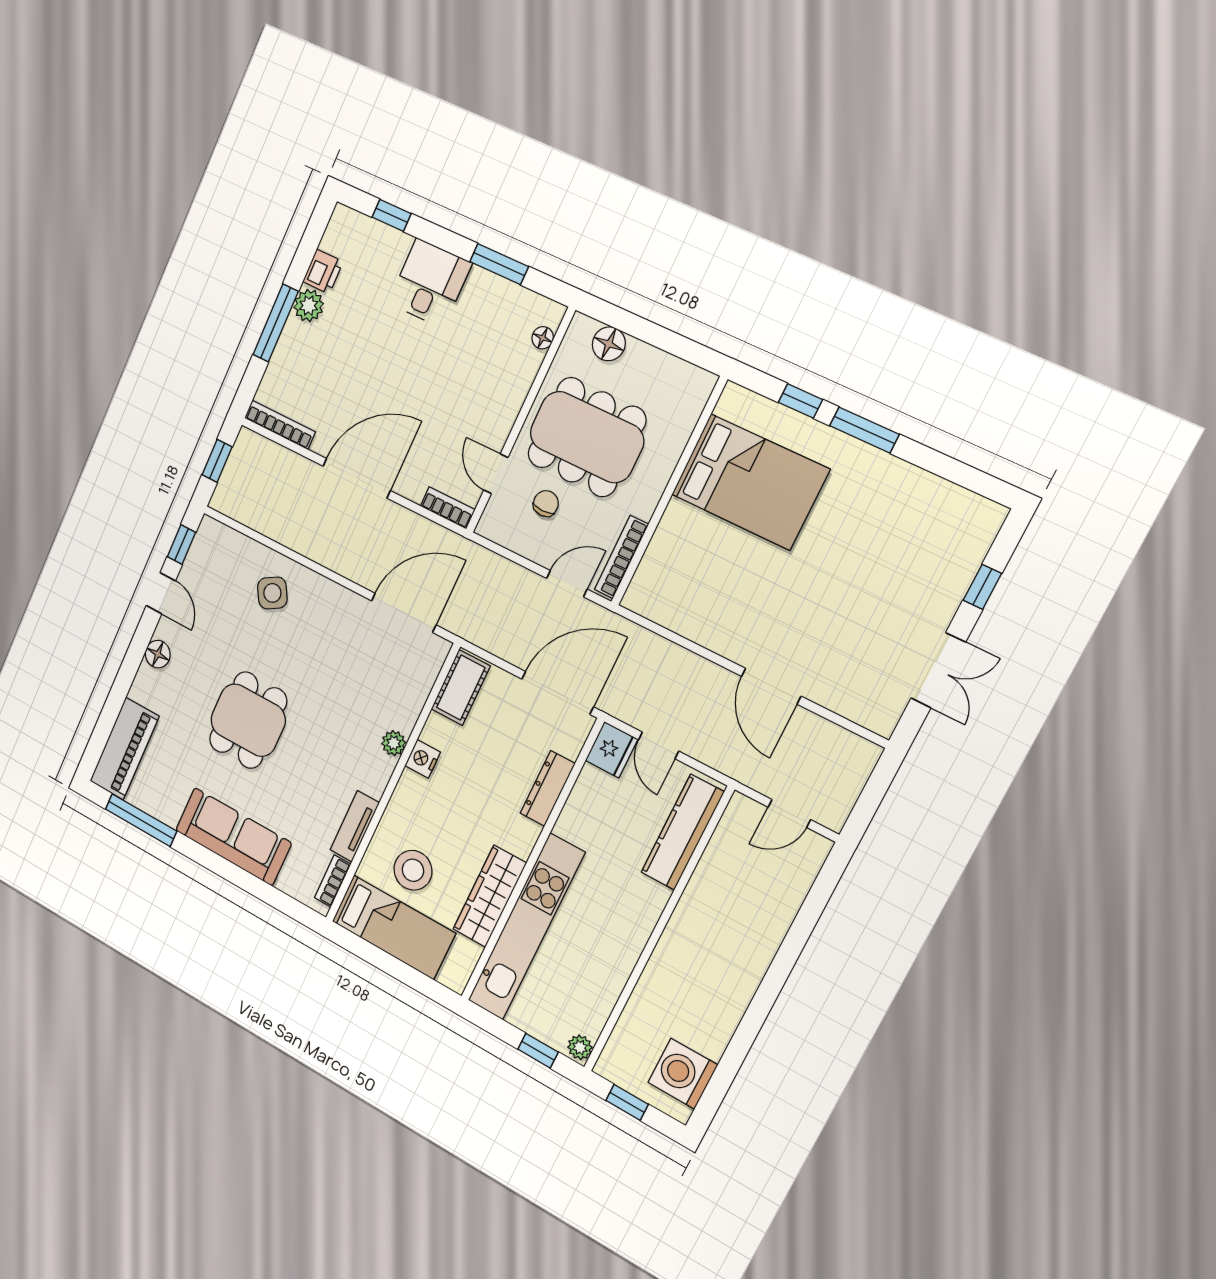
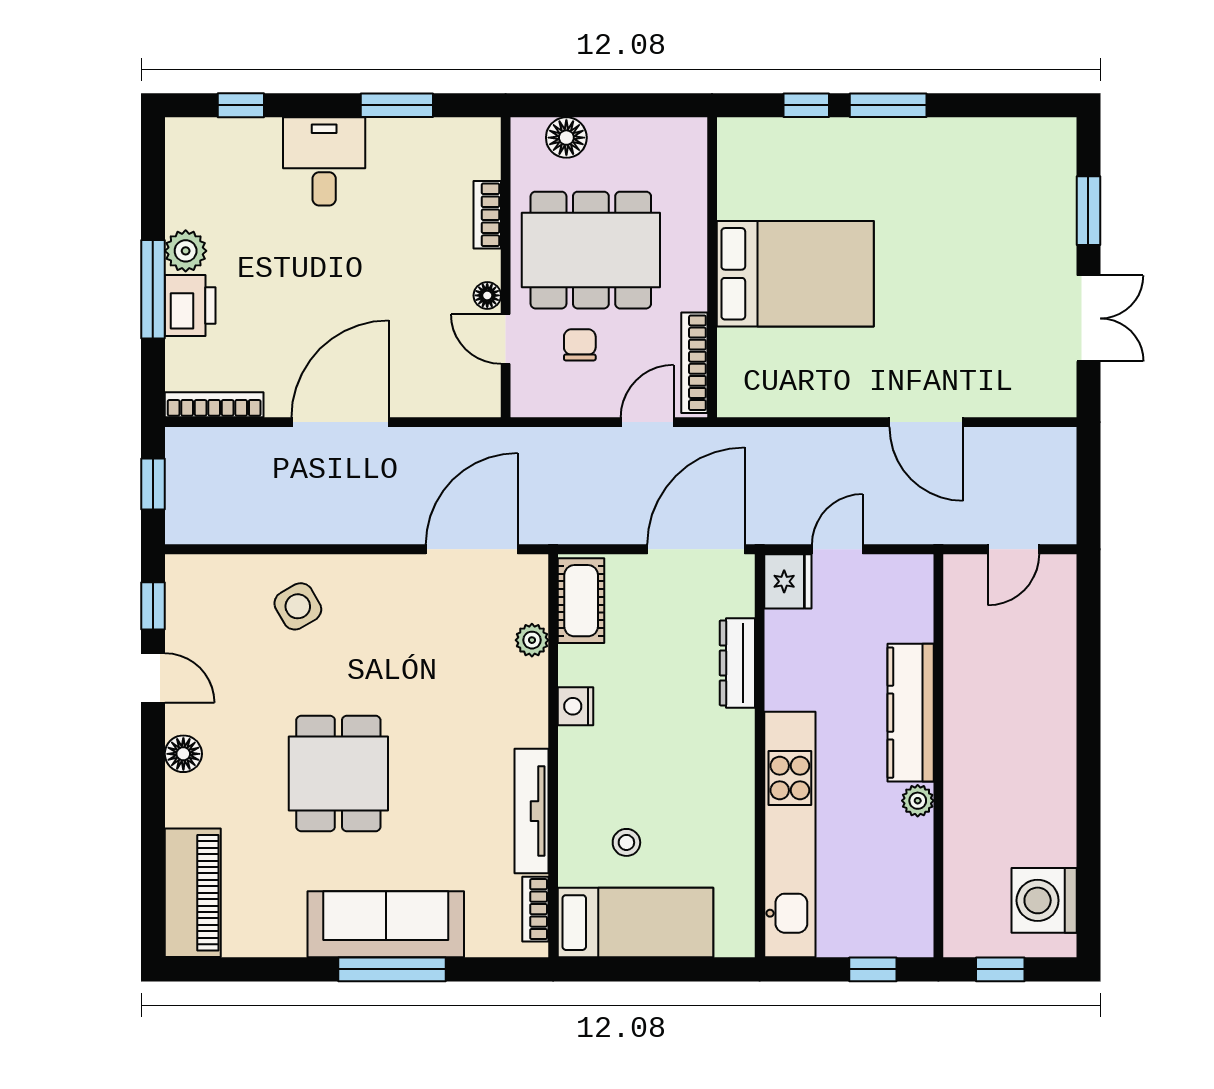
printer: (323, 272) -> (190, 305), moved, width x1.36, depth x1.24
floor lamp: (543, 338) -> (487, 295), moved
bed: (750, 482) -> (795, 274), moved
bookcase: (448, 508) -> (487, 215), moved, turned -90
window: (982, 587) -> (1088, 211), width x1.50
plant: (394, 743) -> (532, 640), moved
door: (659, 745) -> (837, 549), swing flipped
window: (141, 820) -> (392, 969), moved
tv unit: (355, 826) -> (532, 811), width x1.41
kitchen counter: (683, 832) -> (911, 713), moved
stool: (413, 870) -> (626, 842), width x0.53, depth x0.53
wardrobe: (490, 896) -> (731, 823), removed
plant: (580, 1047) -> (918, 801), moved

